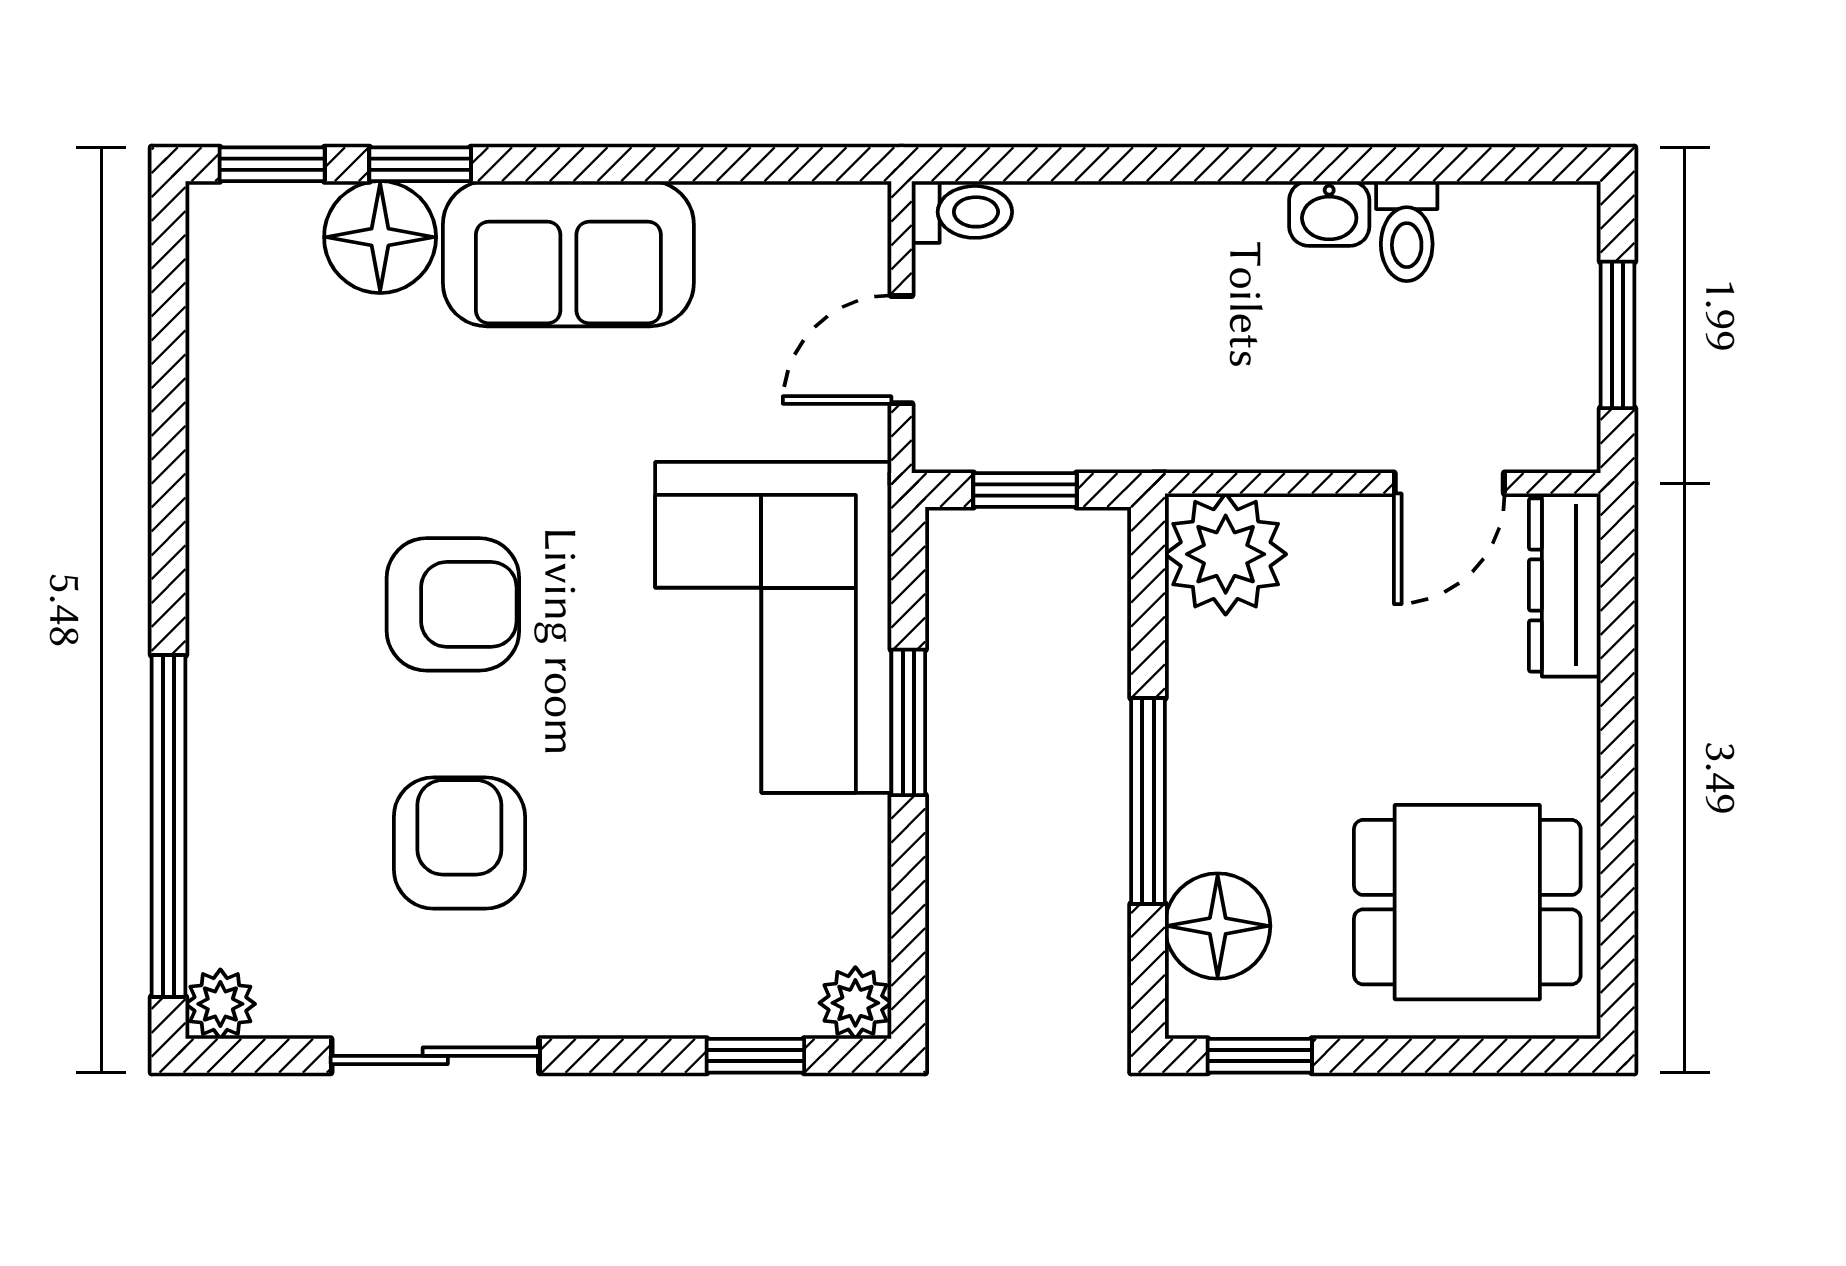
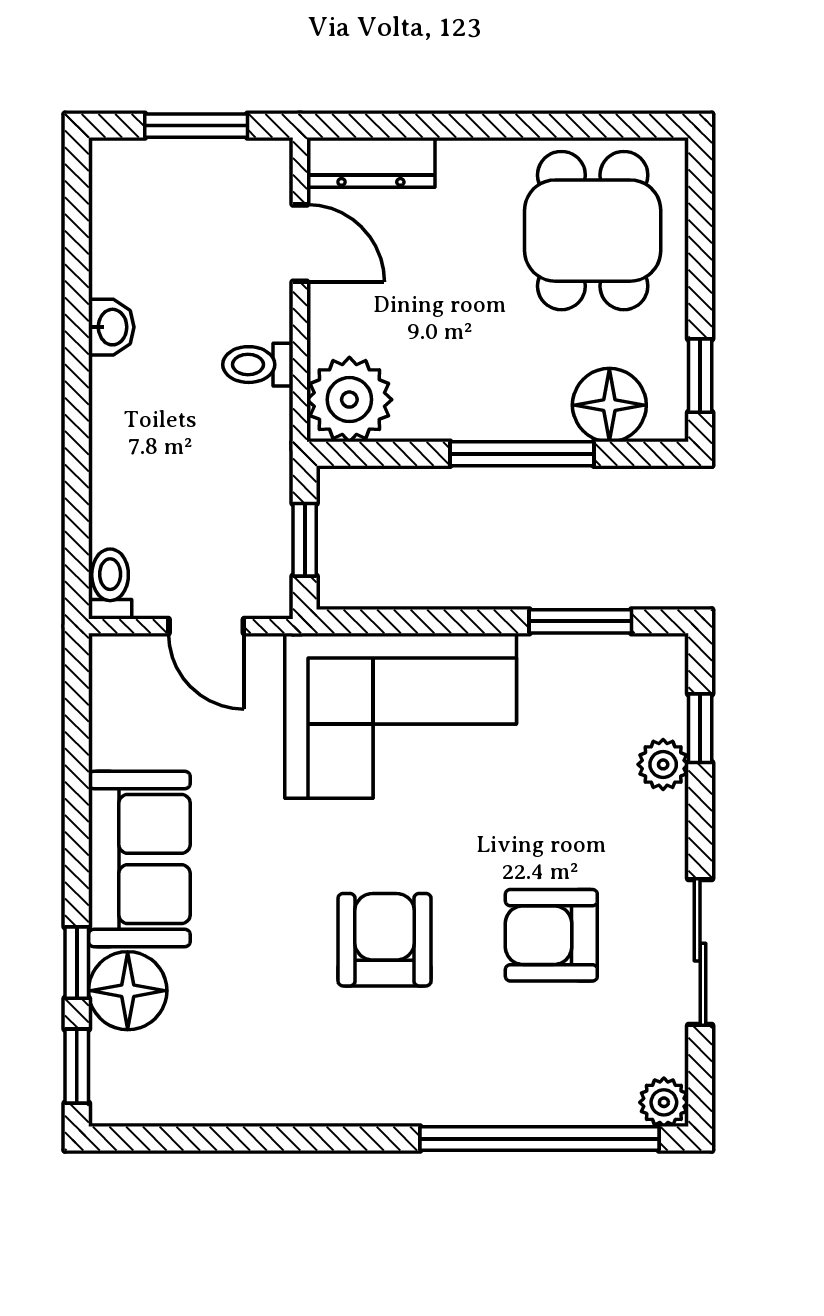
toilet: (1407, 231) -> (258, 365), moved, turned 180
window: (908, 722) -> (580, 621), moved
plant: (855, 1003) -> (663, 764), moved

